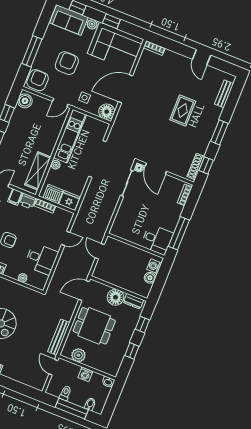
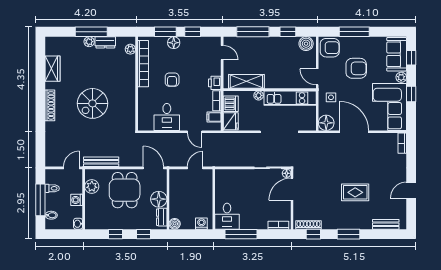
filing cabinet: (15, 197) -> (214, 117), moved
plant: (23, 278) -> (142, 107), removed
boiler: (150, 278) -> (175, 224), moved

